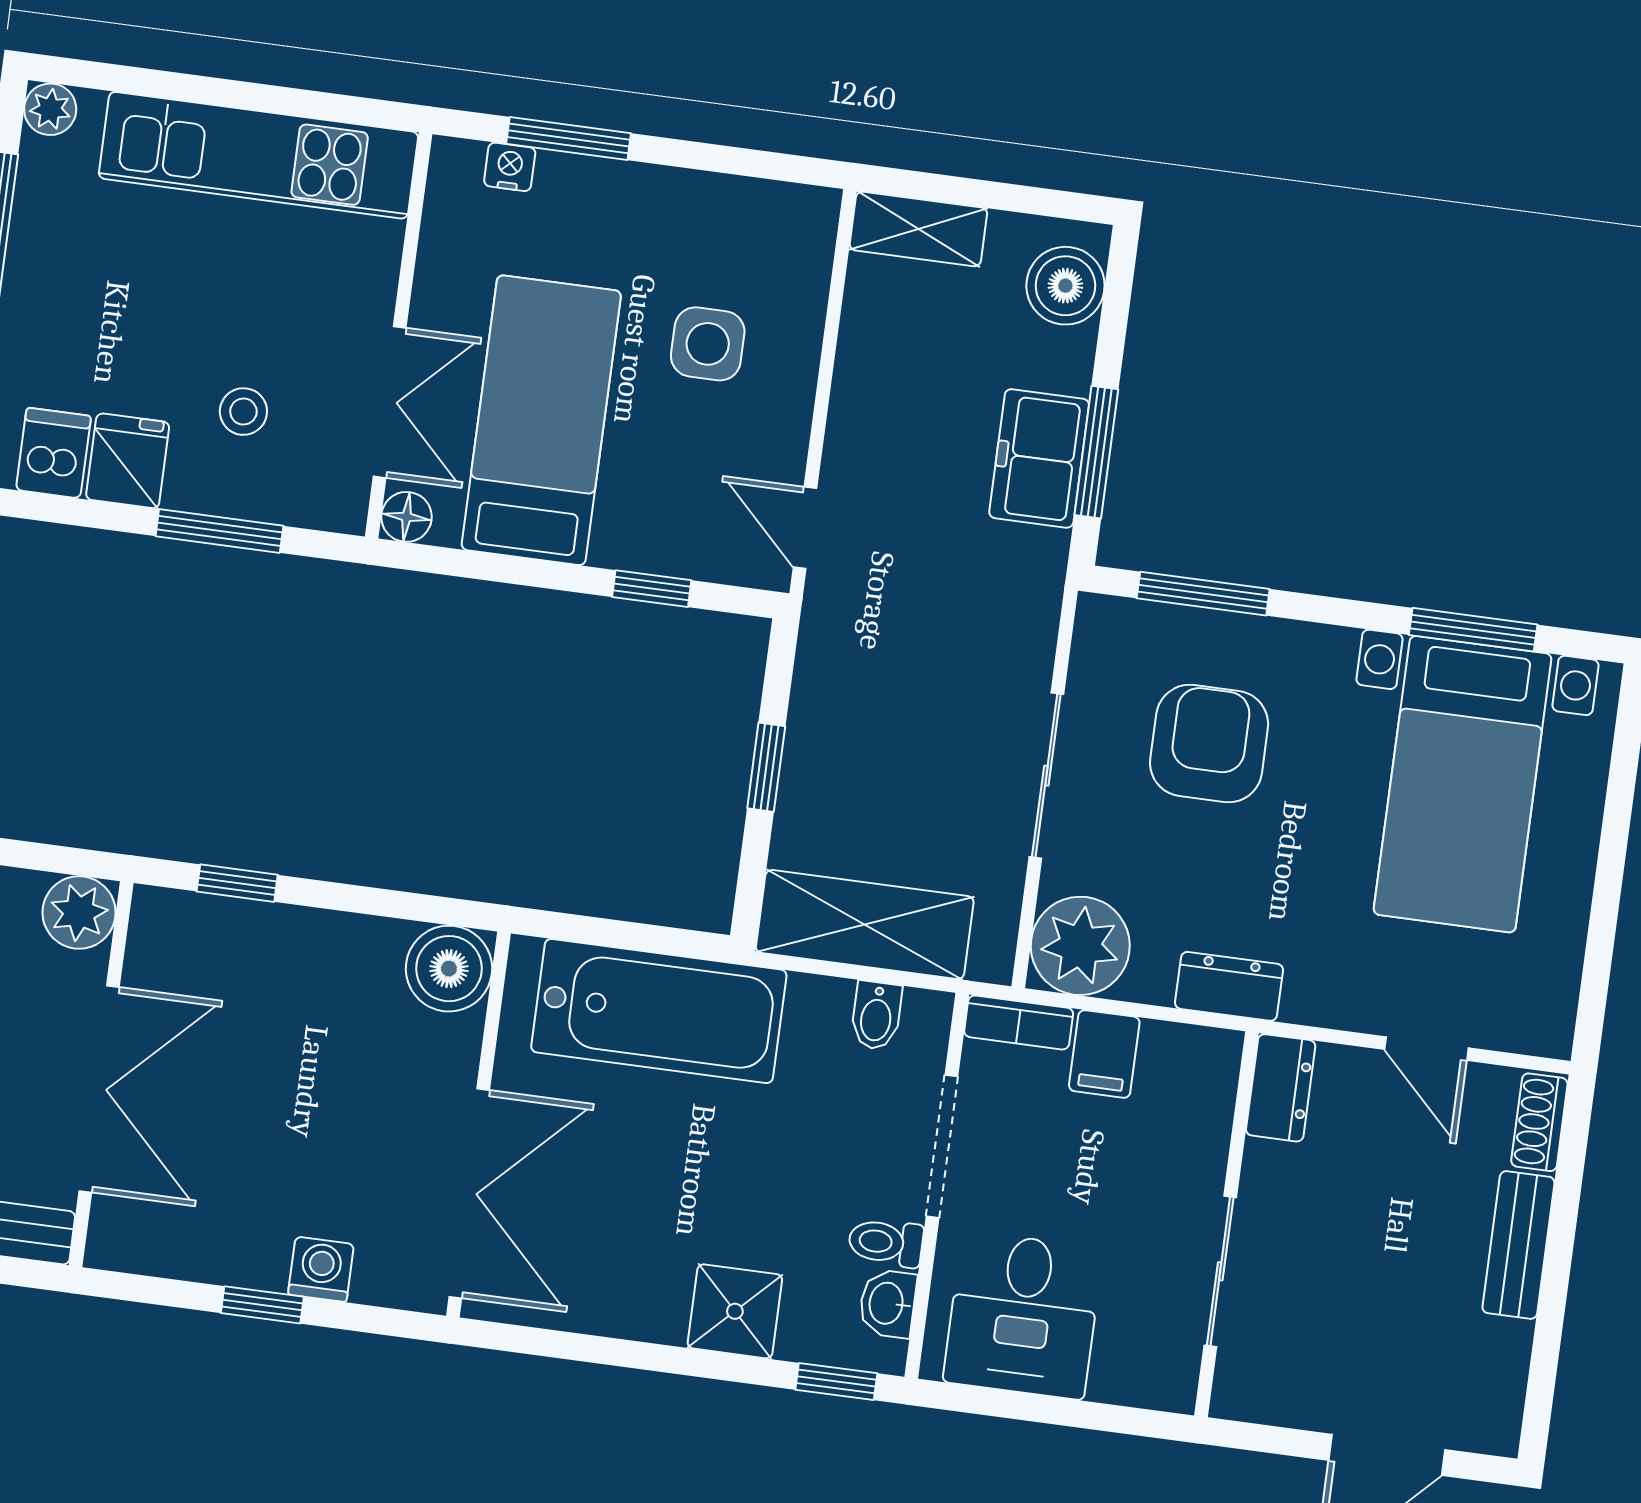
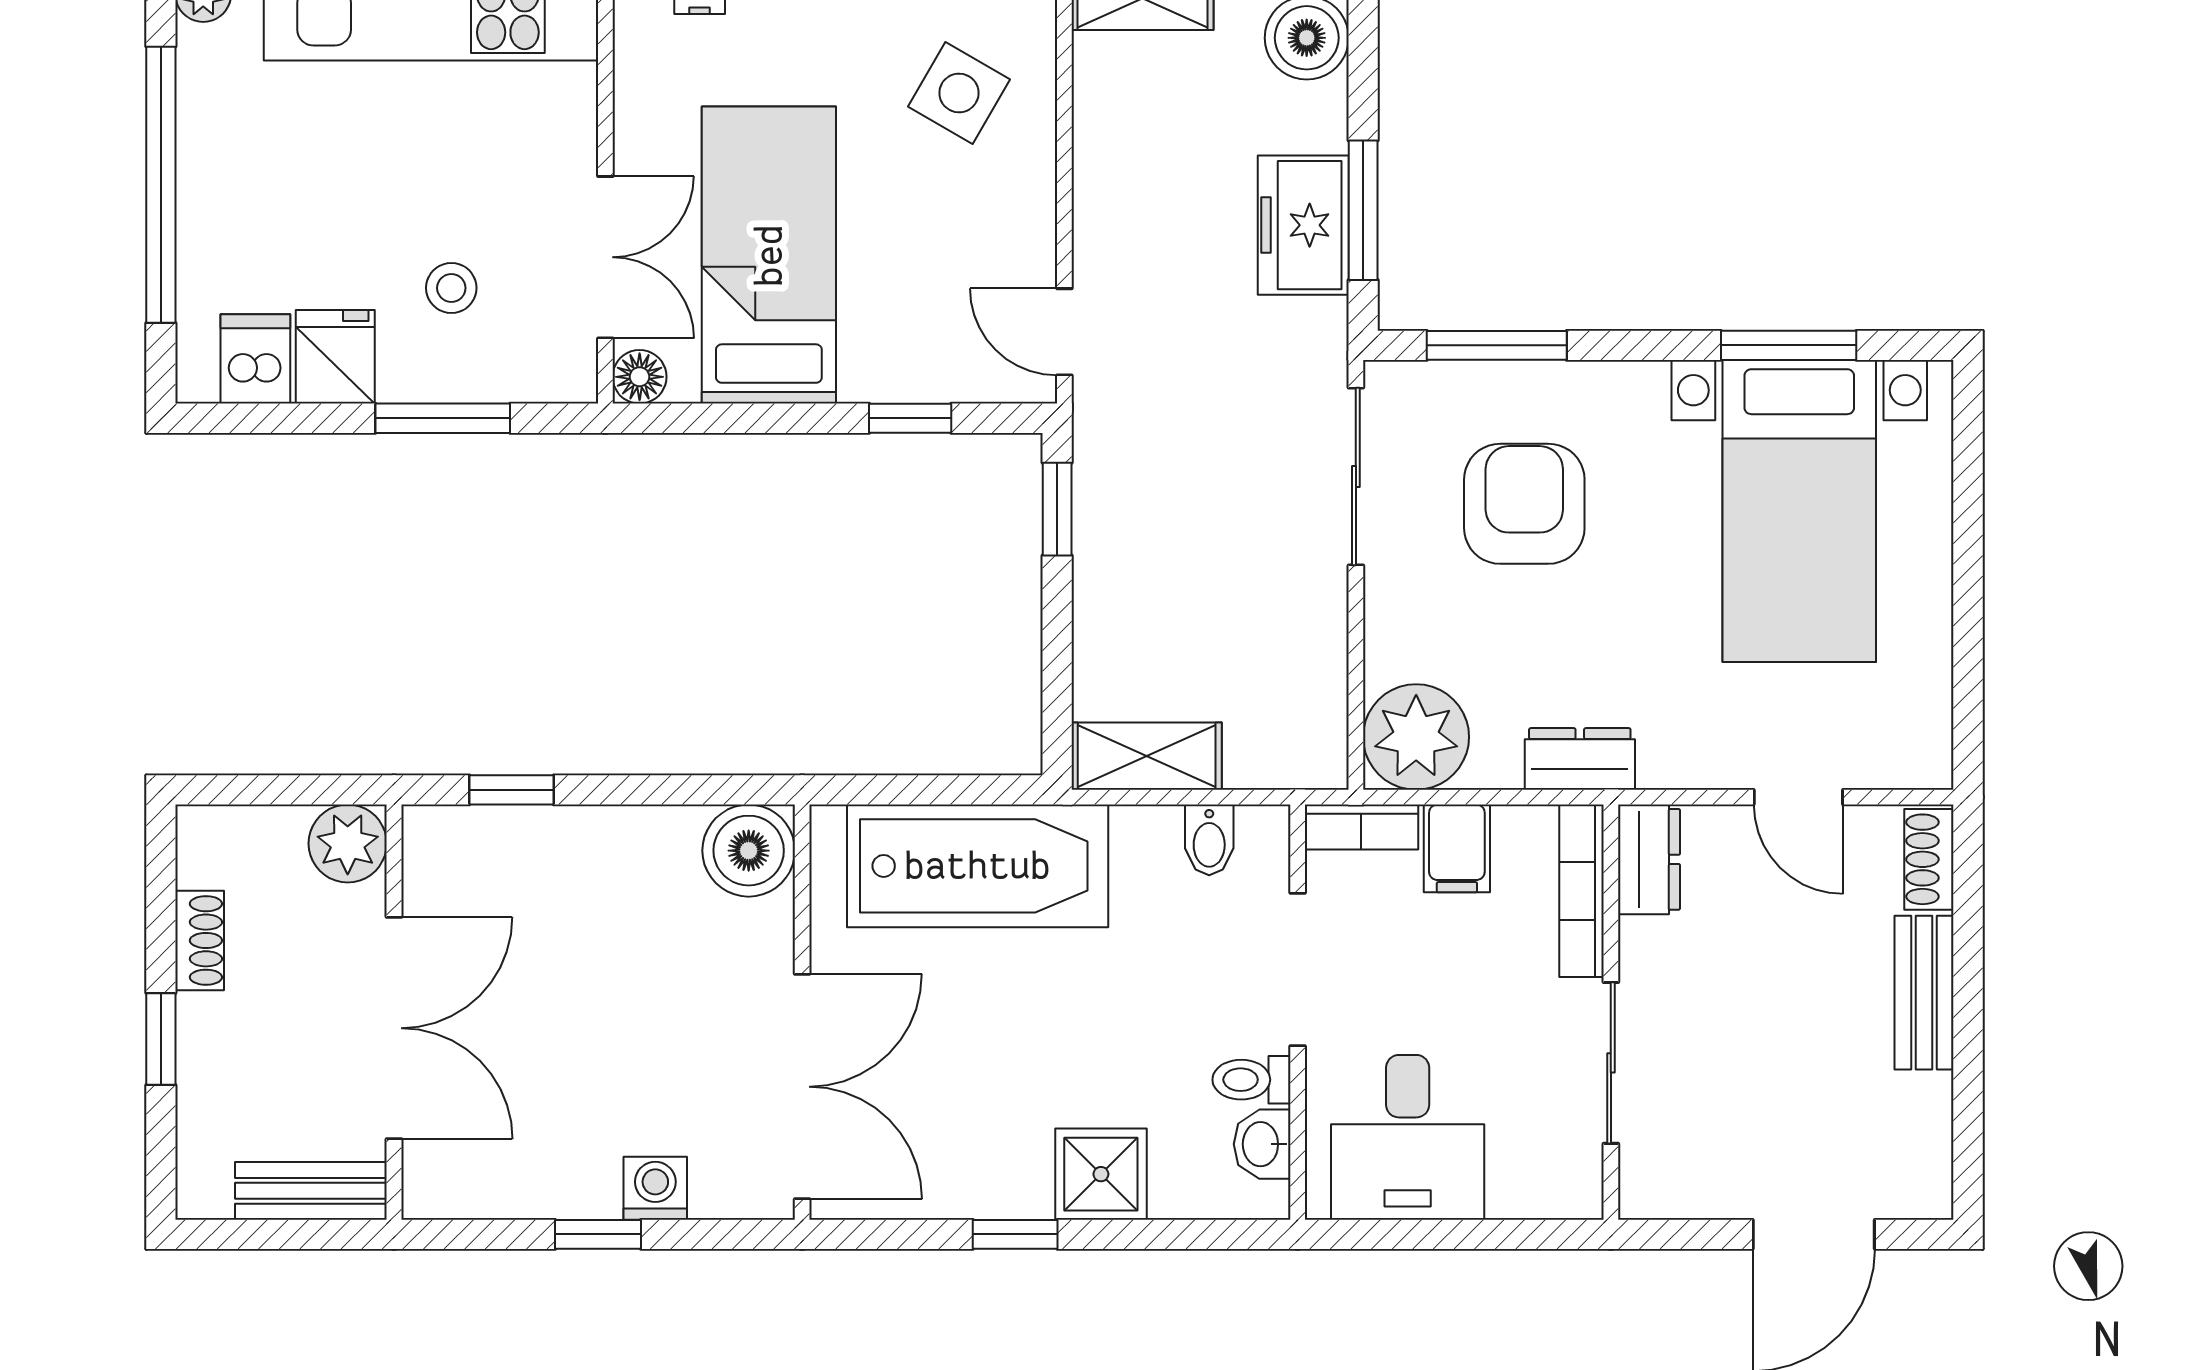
side table: (708, 344) -> (959, 93), moved, turned 30
window: (766, 767) -> (1057, 509), moved
sliding door: (1046, 776) -> (1356, 477), moved
shelving: (865, 925) -> (1147, 756), width x0.67, depth x0.75
bookcase: (1214, 1108) -> (1582, 891), added
window: (836, 1381) -> (1015, 1234), moved

